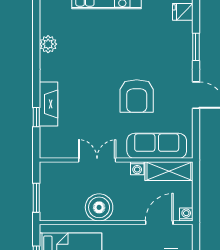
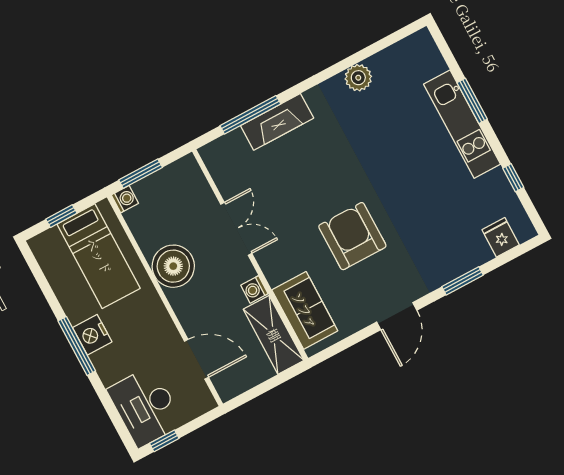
armchair: (137, 96) -> (352, 236), turned 90
window: (36, 117) -> (250, 115), width x2.17
sofa: (157, 146) -> (305, 310), width x0.73
washing machine: (186, 214) -> (125, 199), moved

